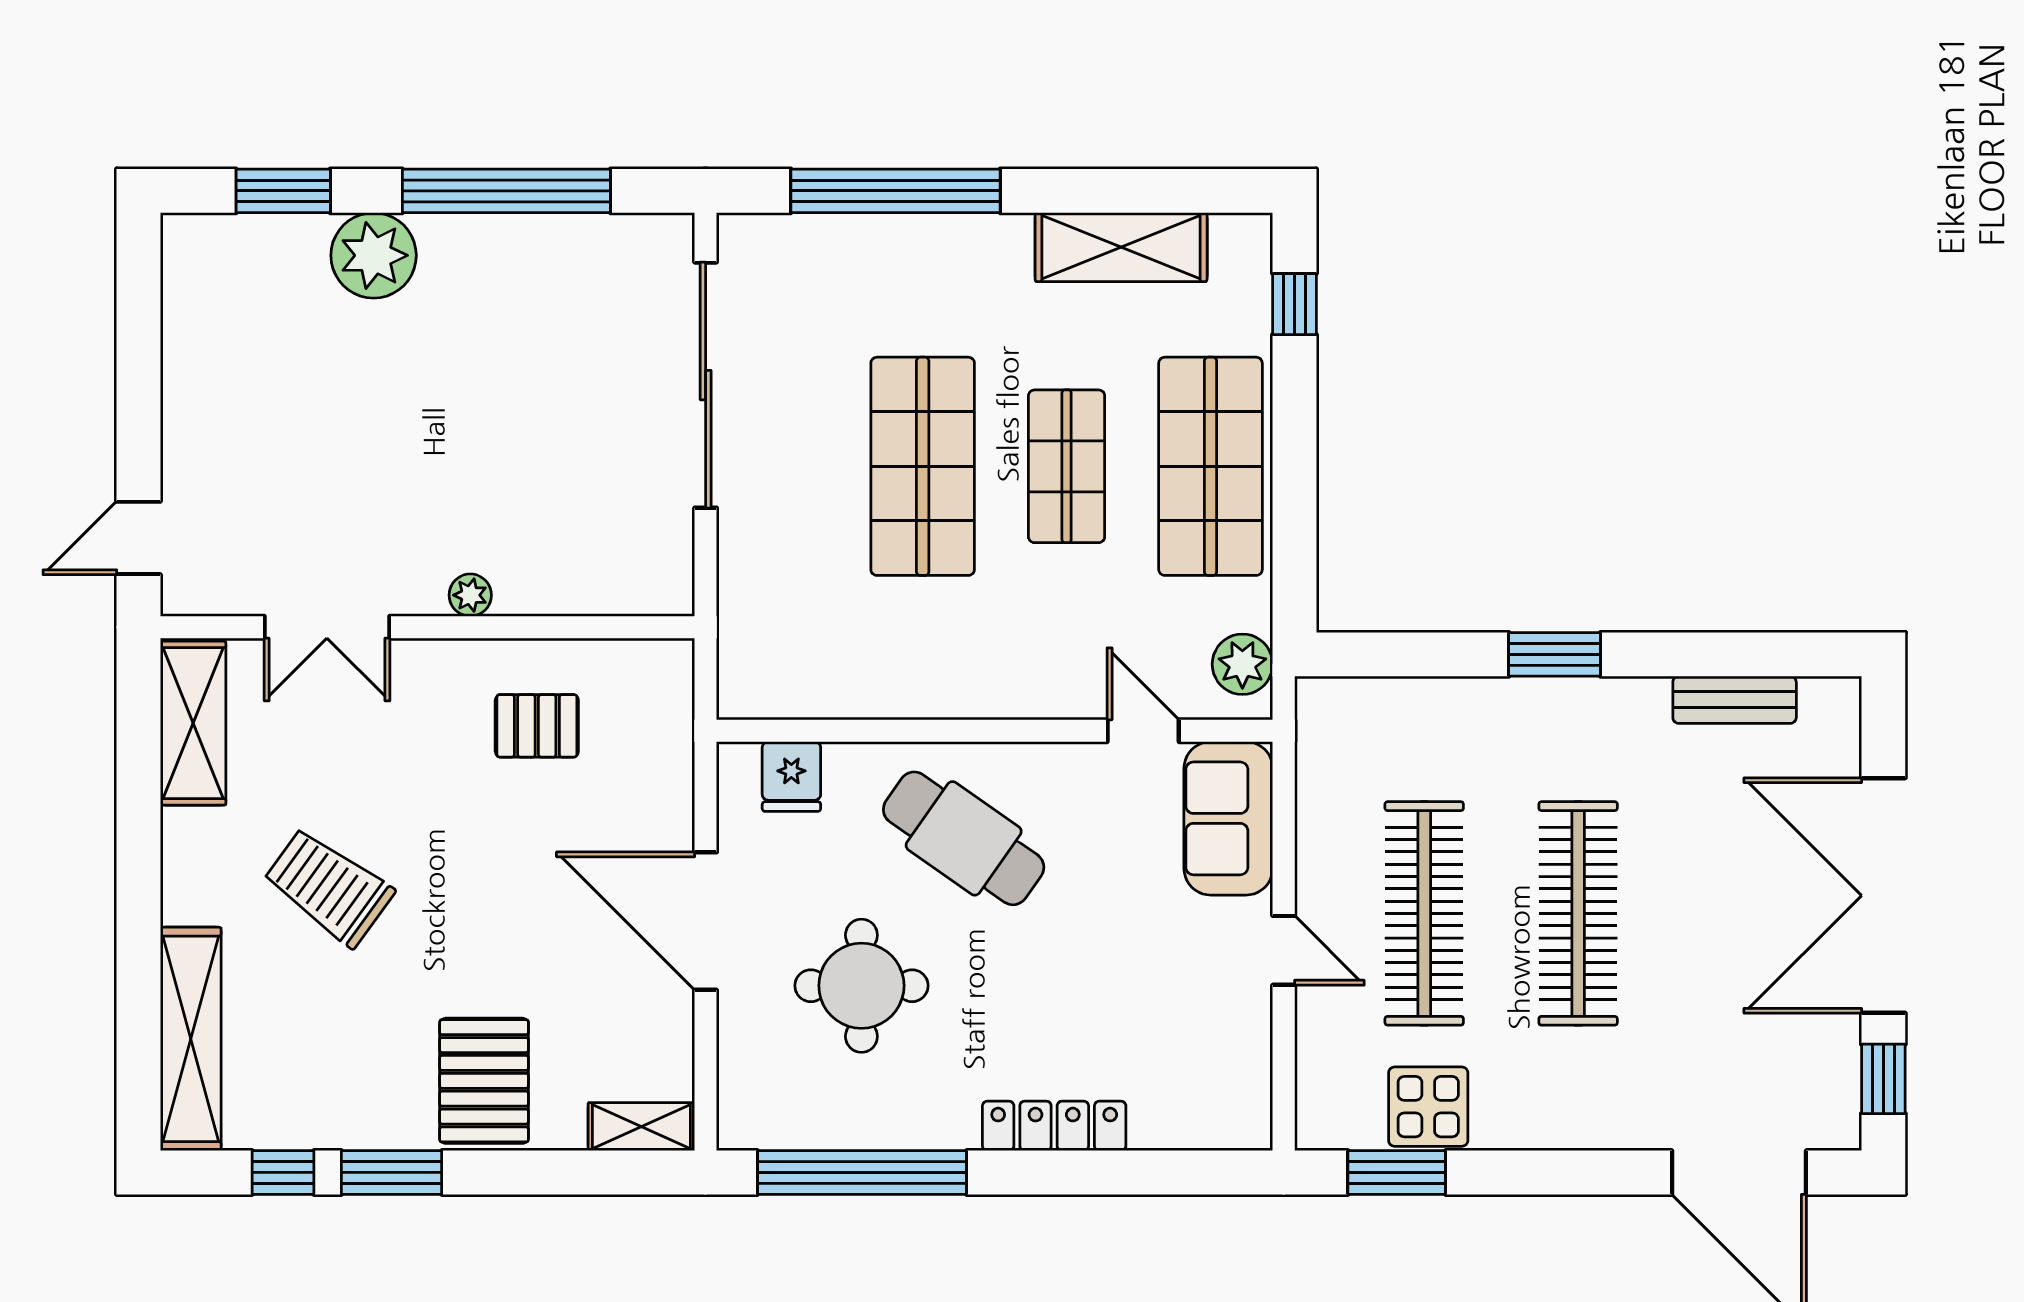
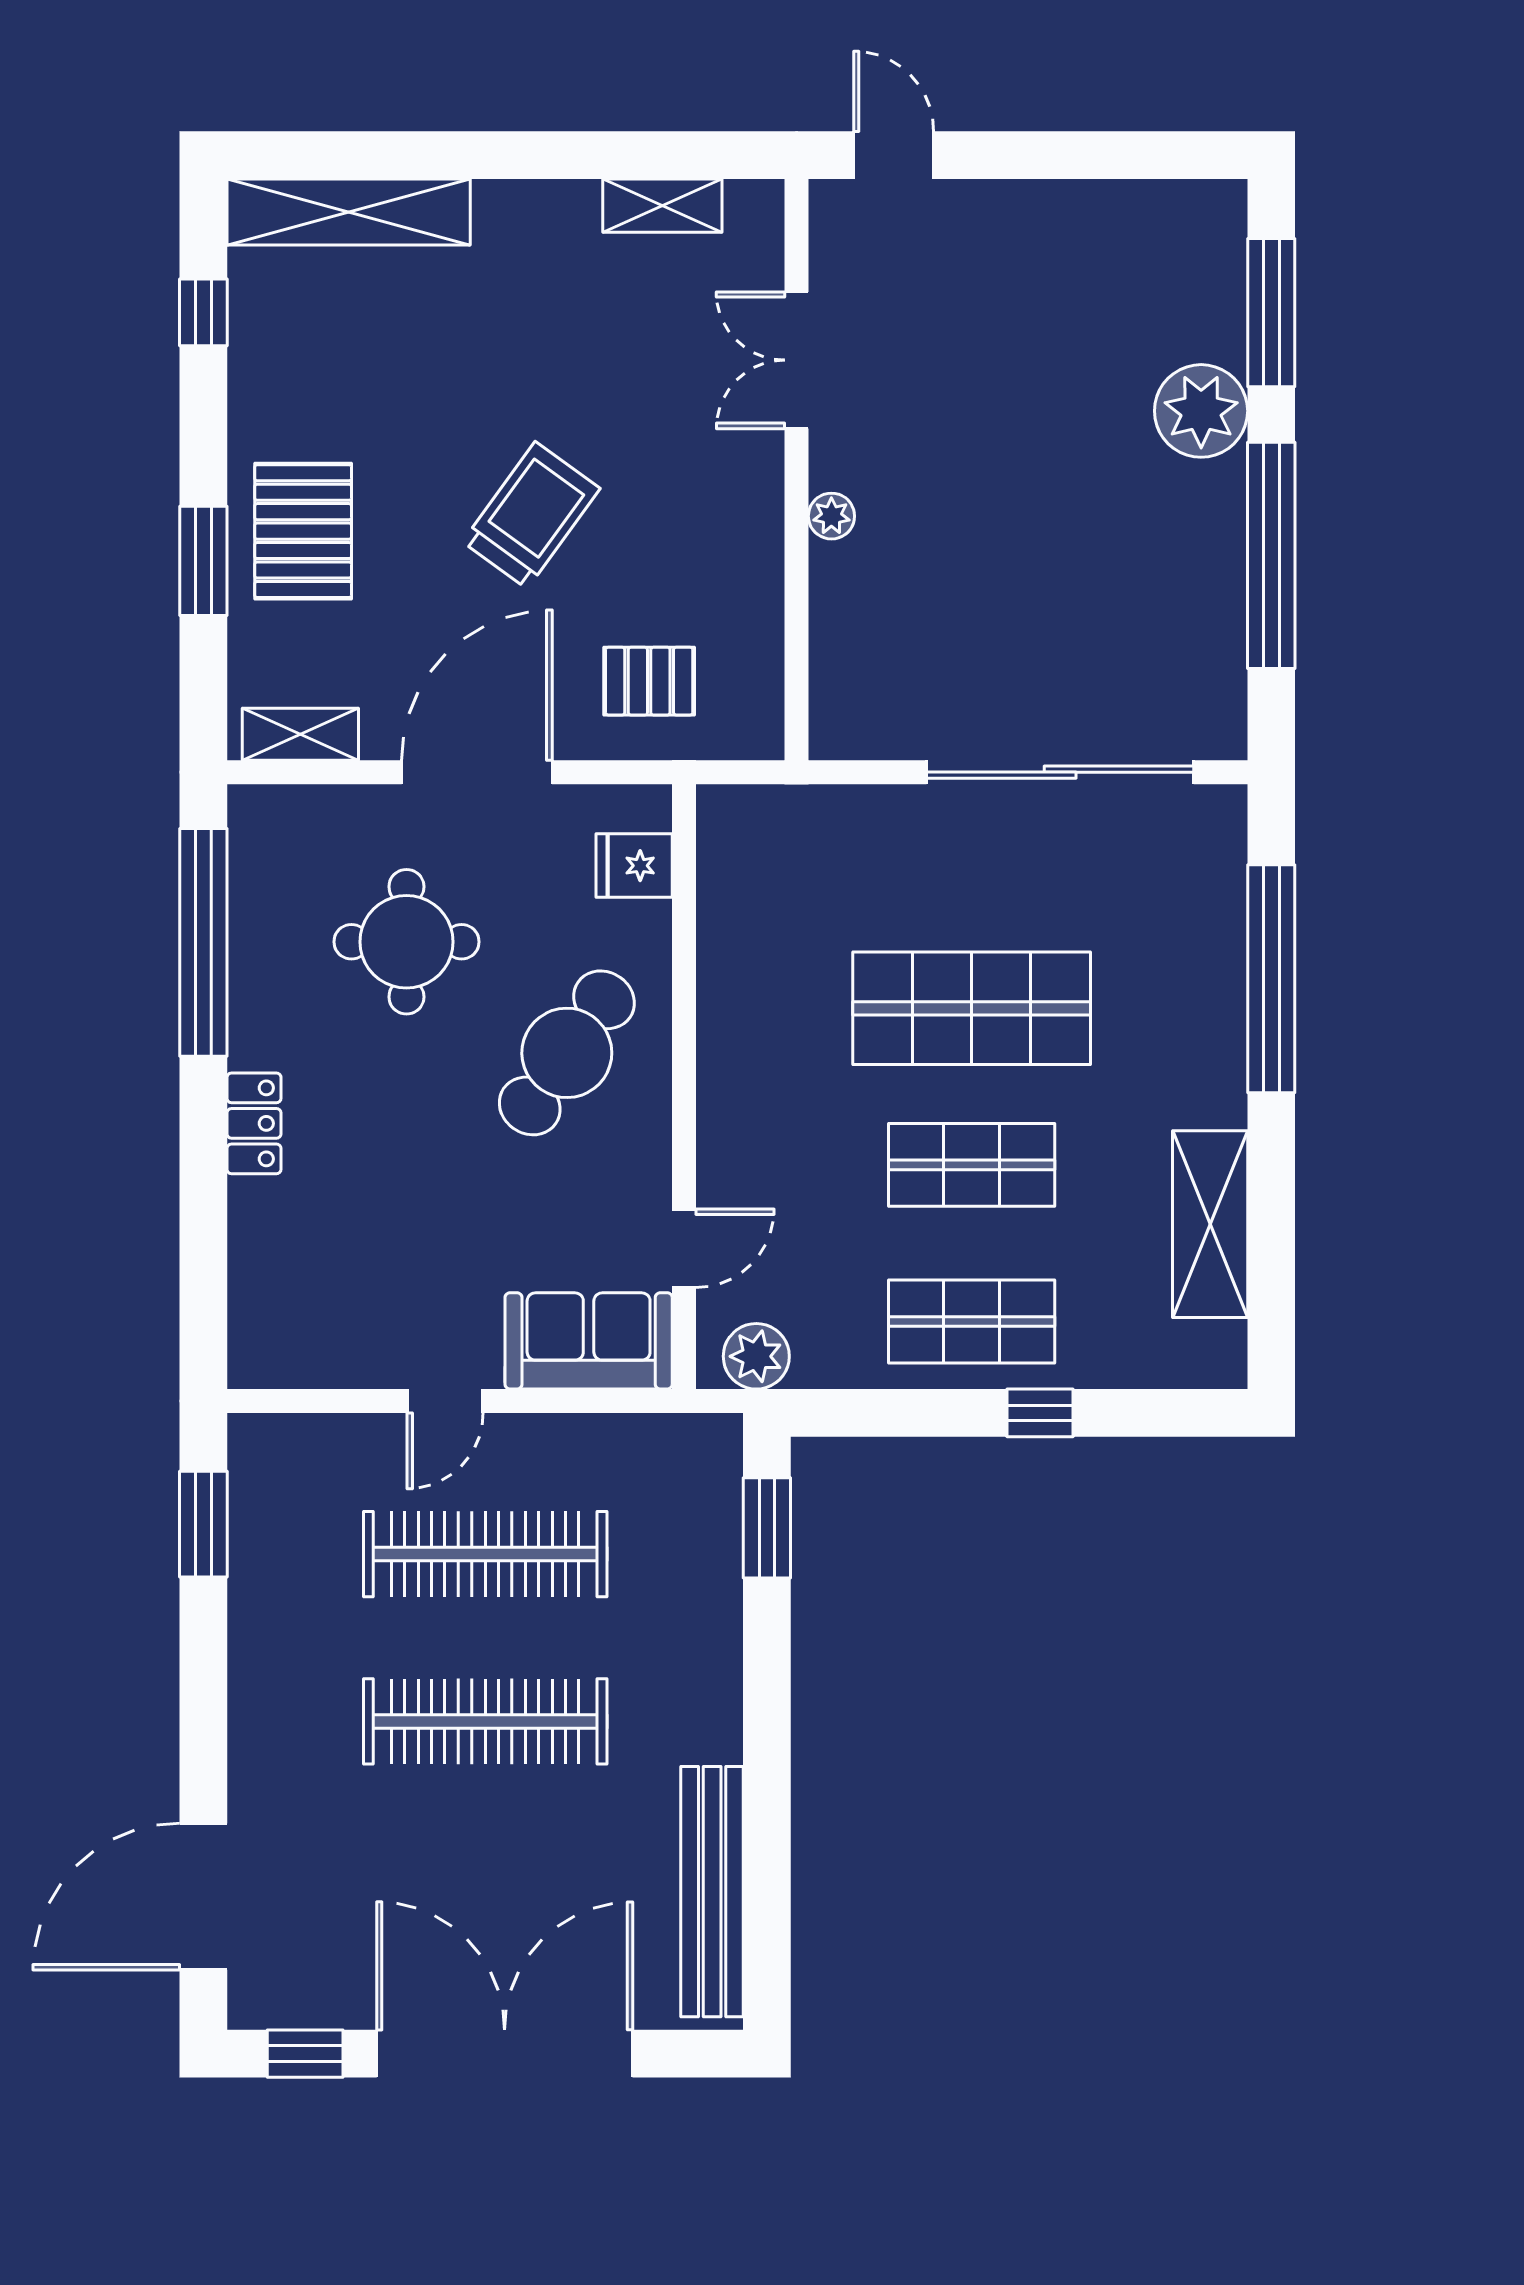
window: (283, 191) -> (1271, 313), width x1.44
window: (1295, 304) -> (1040, 1413), moved
shop shelf: (1210, 466) -> (972, 1321), width x0.70, depth x0.74
window: (1555, 654) -> (767, 1528), moved
bench: (1735, 700) -> (712, 1892), width x1.86, depth x1.21
shelving: (193, 723) -> (662, 206), width x0.67, depth x0.75
pallet: (537, 726) -> (649, 681), moved, turned 90
trolley: (329, 887) -> (531, 515), moved
pallet: (484, 1081) -> (303, 531), turned 90
display table: (1428, 1107) -> (275, 1558), removed
locker: (1054, 1126) -> (254, 1123), width x0.66
shelving: (641, 1127) -> (300, 734), moved, turned 90
window: (392, 1172) -> (203, 561), moved

